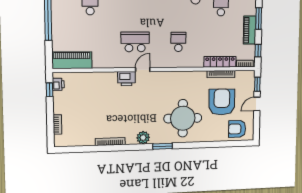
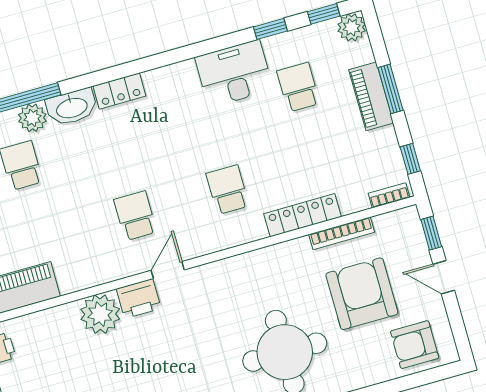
piano: (250, 30) -> (371, 96), moved
school desk: (135, 42) -> (135, 216), width x0.54
locker: (220, 62) -> (303, 215), moved
plant: (108, 81) -> (100, 314), added
door: (257, 104) -> (444, 277), hinge flipped

